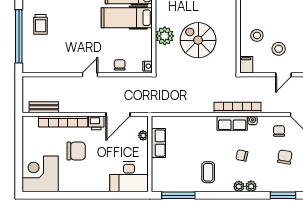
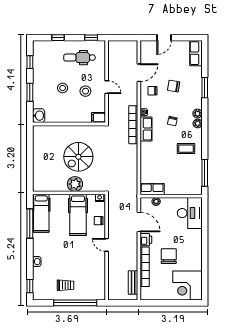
hospital bed: (127, 18) -> (78, 215), moved
stool: (257, 35) -> (63, 88), moved
row of seats: (158, 143) -> (152, 189), moved

